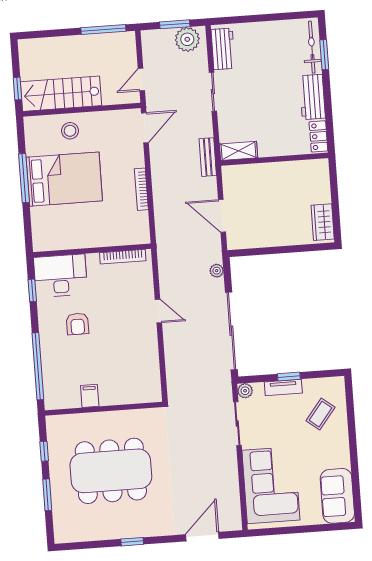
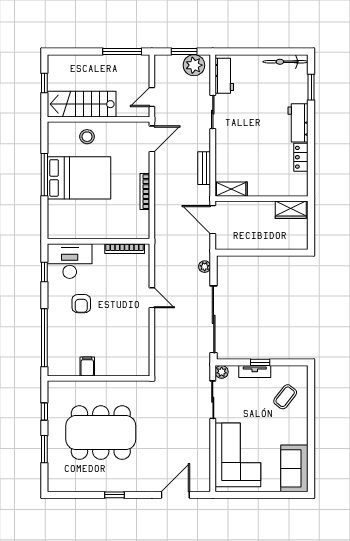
bicycle: (312, 47) -> (285, 62), moved, turned -90
window: (17, 89) -> (44, 83), moved
shelving: (239, 151) -> (231, 189), moved
wall: (274, 159) -> (262, 199), moved
wardrobe: (323, 222) -> (291, 210), moved, turned -90

